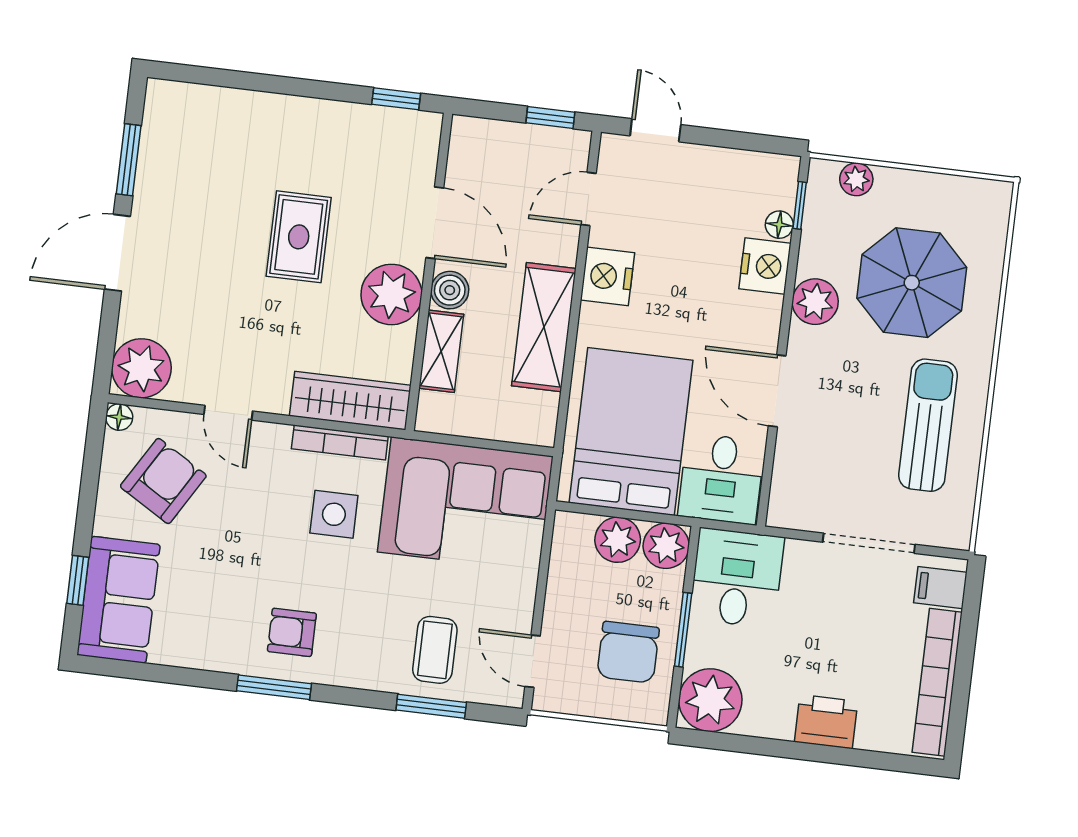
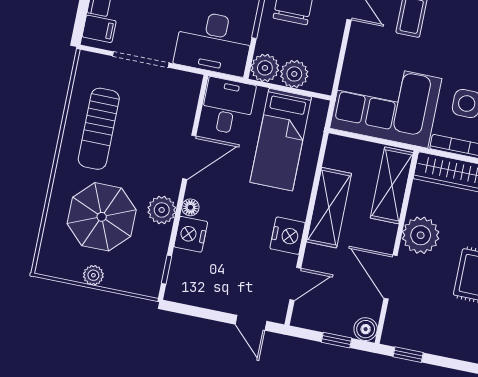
window: (550, 118) -> (336, 340), moved
plant: (856, 179) -> (93, 275), moved
floor lamp: (779, 225) -> (190, 207), moved
boiler: (450, 290) -> (366, 329), moved
shelving: (441, 351) -> (392, 185), width x1.50, depth x1.33
door: (777, 391) -> (189, 157), hinge flipped
bed: (631, 431) -> (281, 140), width x0.67
desk: (737, 578) -> (214, 43), width x1.37

